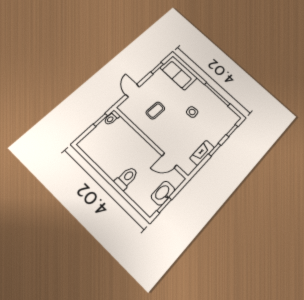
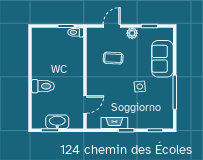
sofa: (179, 73) -> (162, 59), moved
plant: (151, 83) -> (132, 33), added
door: (169, 161) -> (85, 104), swing flipped

